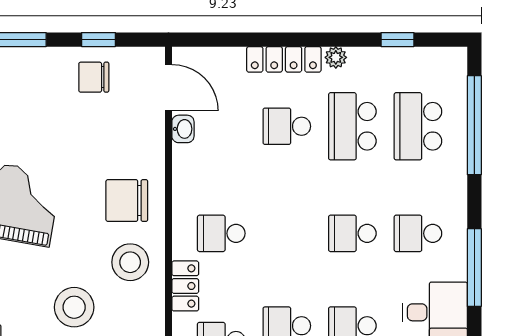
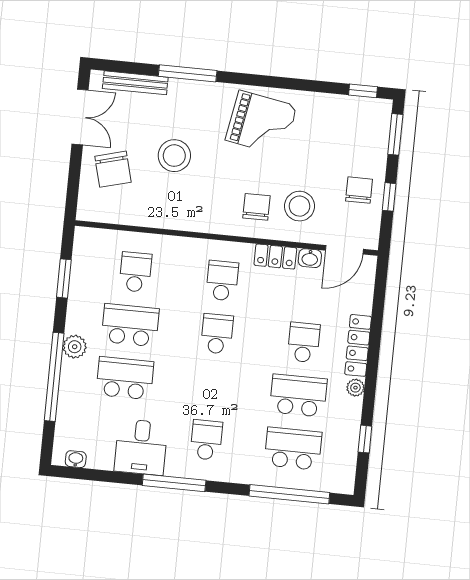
chair: (127, 201) -> (256, 207), width x0.73, depth x0.73
school desk: (352, 233) -> (217, 334), moved
stool: (130, 262) -> (300, 206), moved
locker: (185, 286) -> (275, 257), moved

